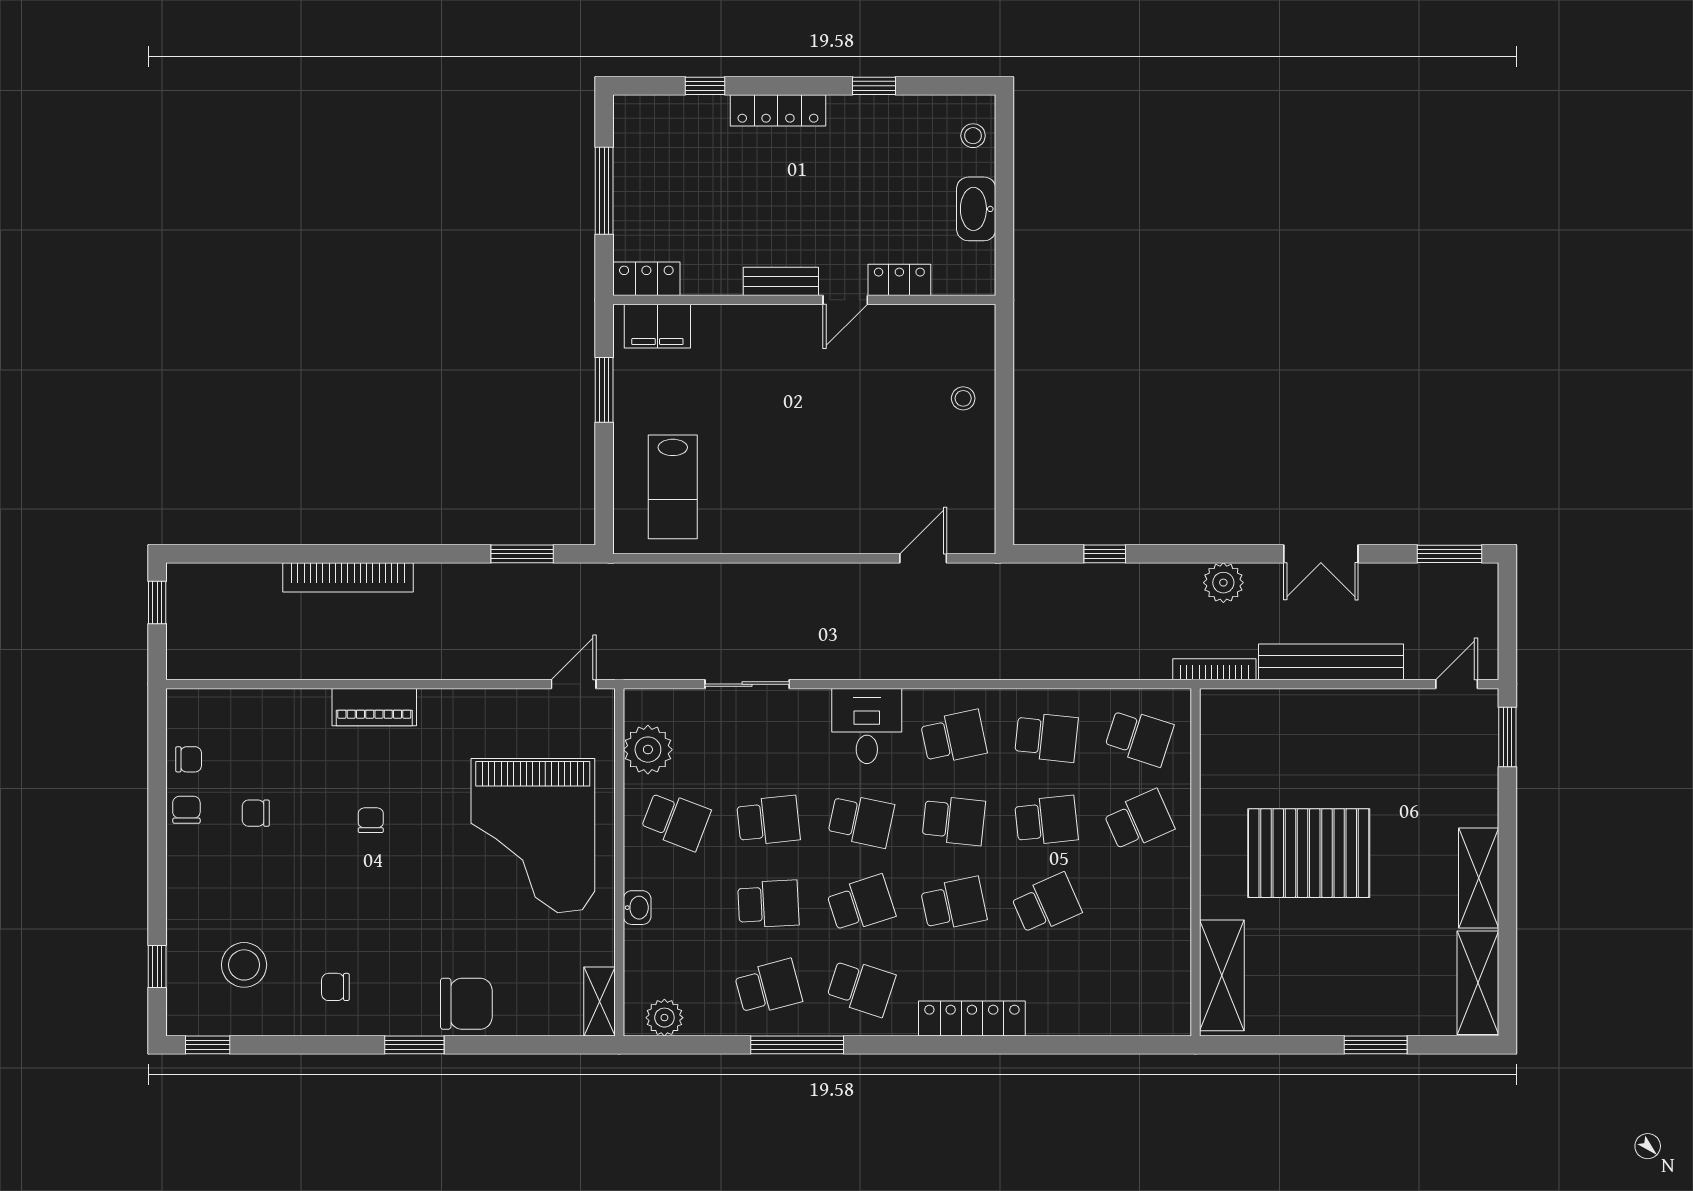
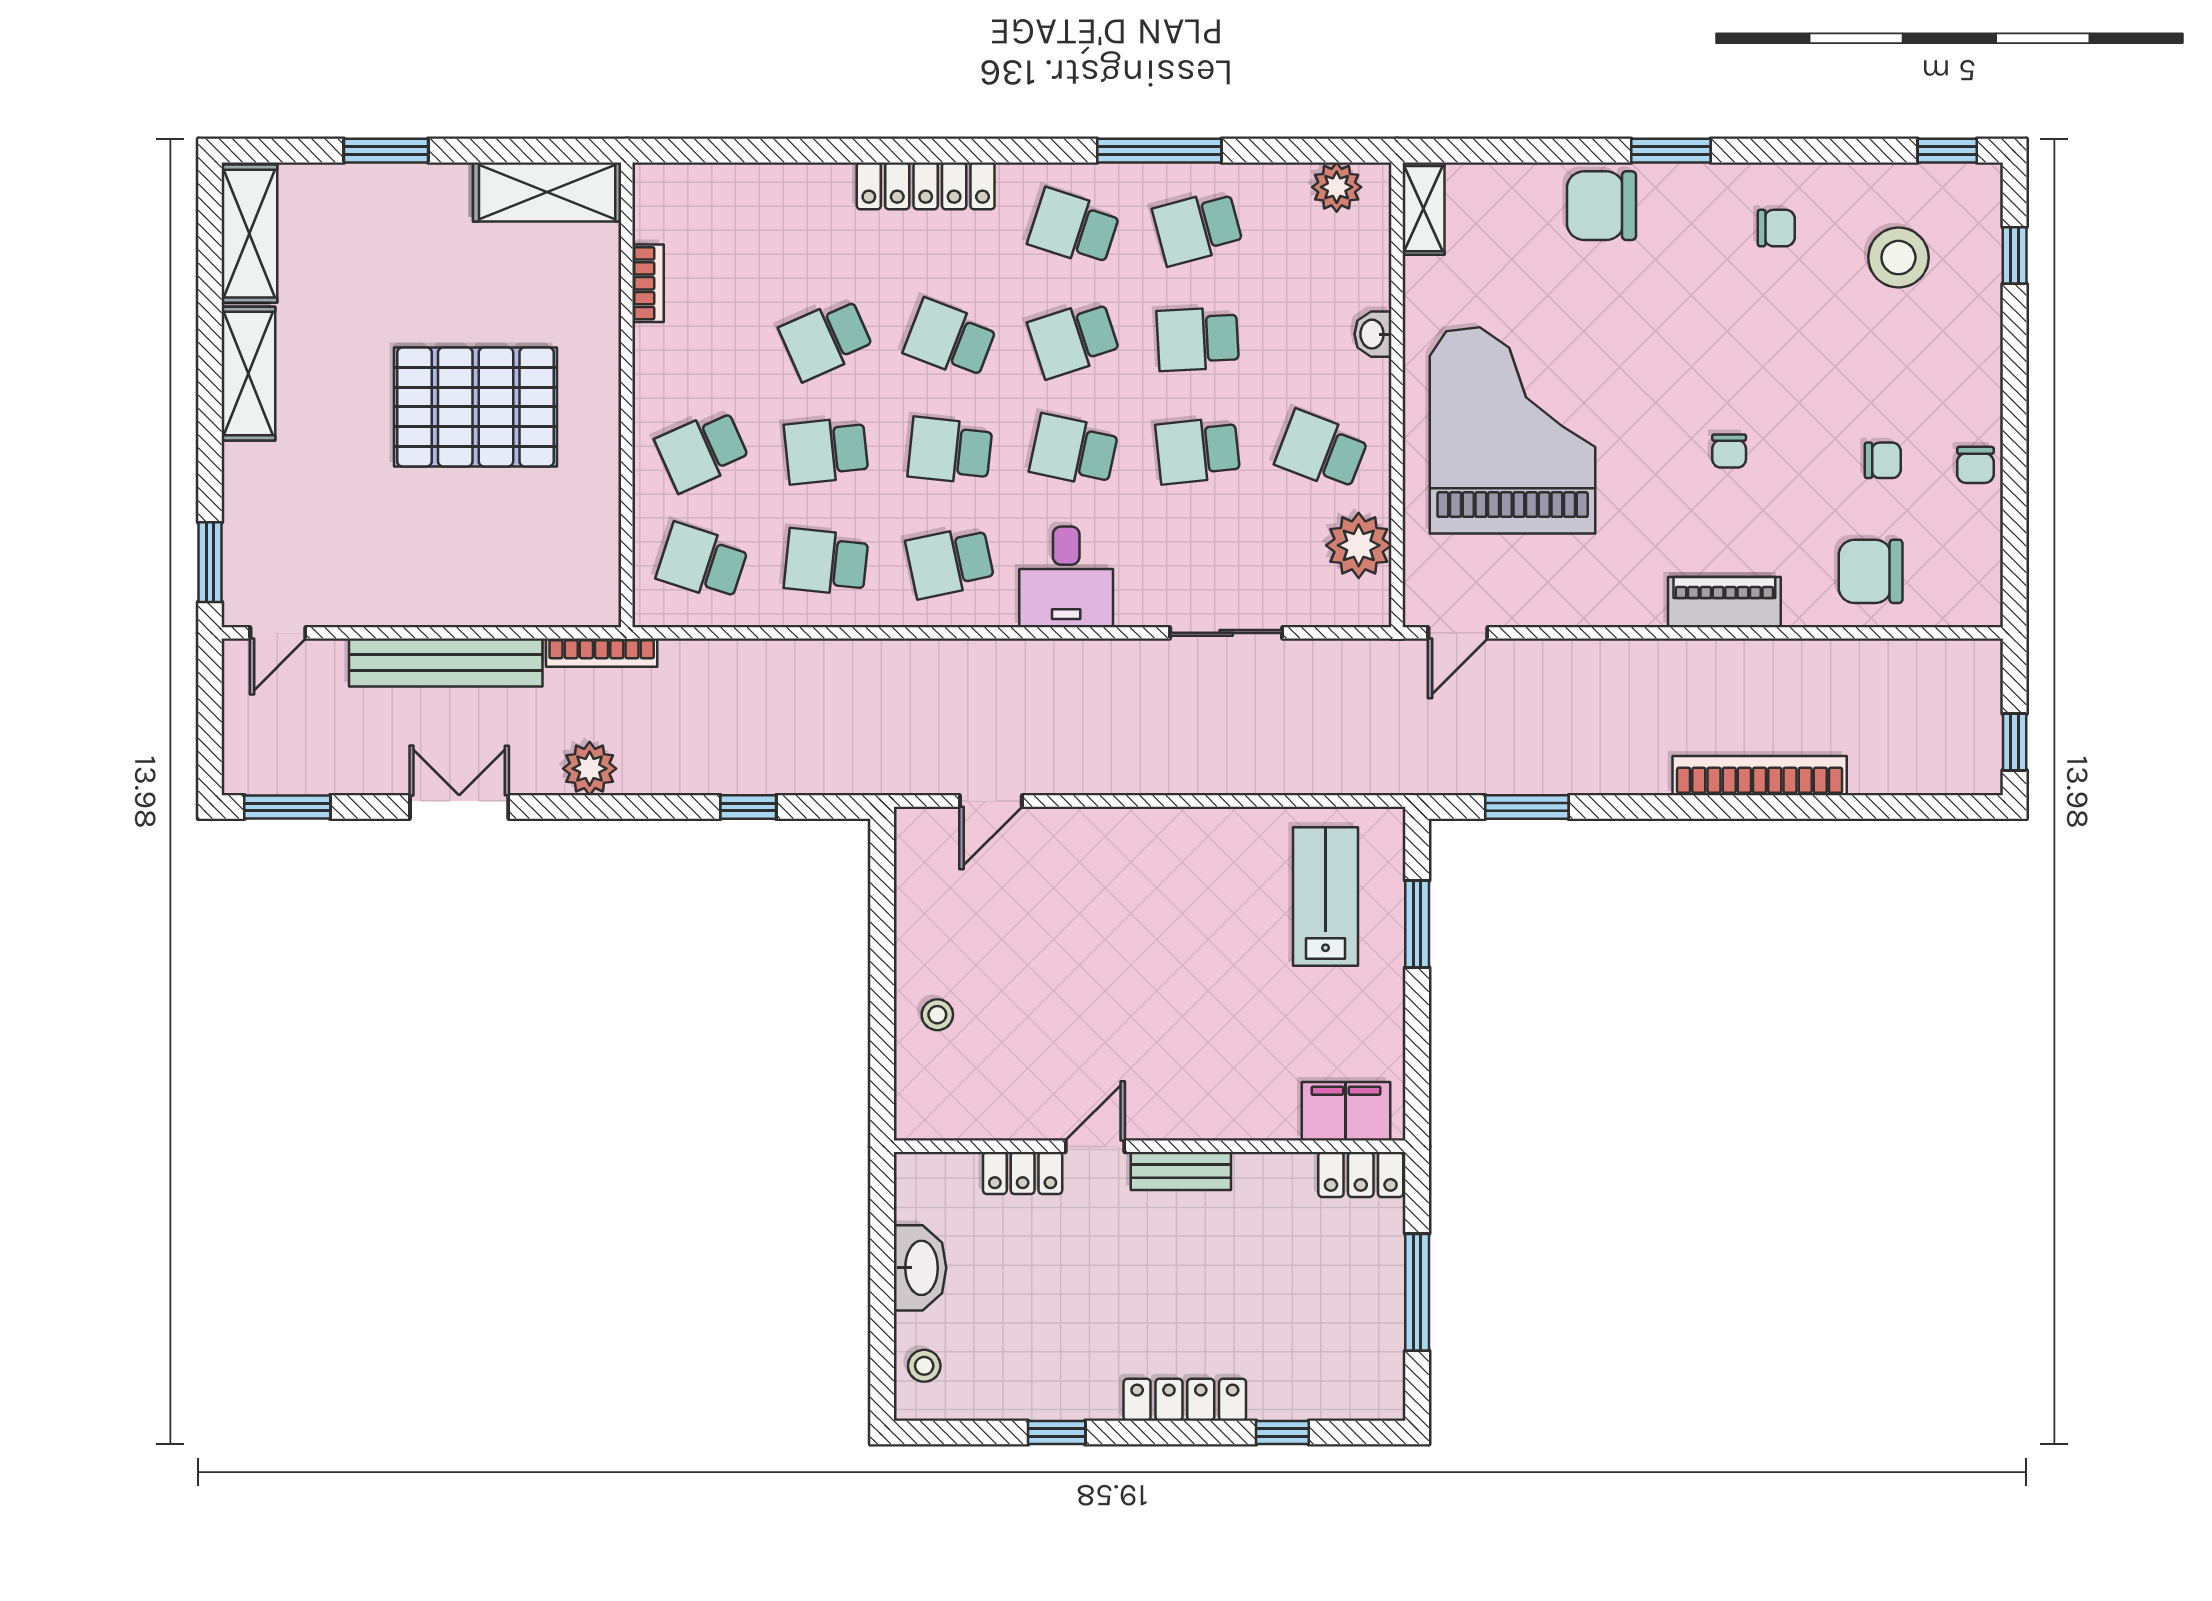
window: (604, 390) -> (1417, 924), moved
chair: (189, 759) -> (1871, 571), moved, width x1.87, depth x1.87
school desk: (954, 904) -> (950, 339), turned 33
bookcase: (1180, 946) -> (648, 283), added
shelving: (1222, 975) -> (547, 192), moved, turned 90

